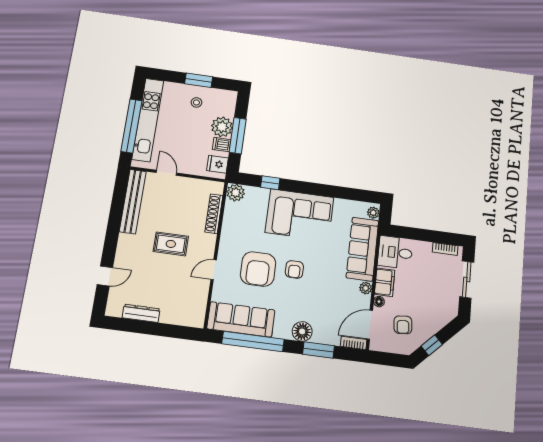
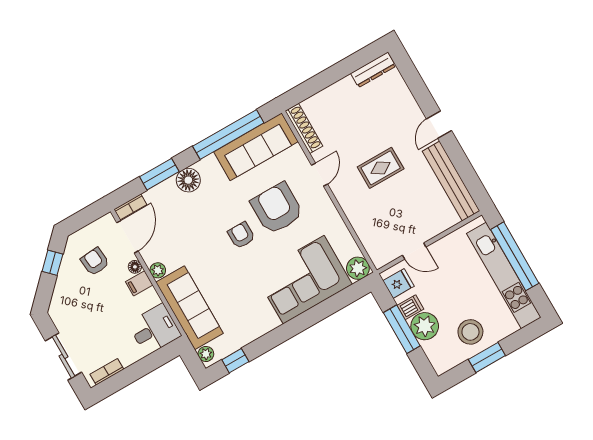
stool: (196, 102) -> (470, 332), width x1.89, depth x1.89
door: (166, 173) -> (414, 251), moved
window: (270, 183) -> (235, 361), moved
shoe rack: (214, 214) -> (304, 128), moved
corner sofa: (300, 215) -> (304, 280), moved
door: (105, 276) -> (439, 125), moved
filing cabinet: (385, 282) -> (139, 283), width x0.50
dresser: (141, 313) -> (373, 70), moved

